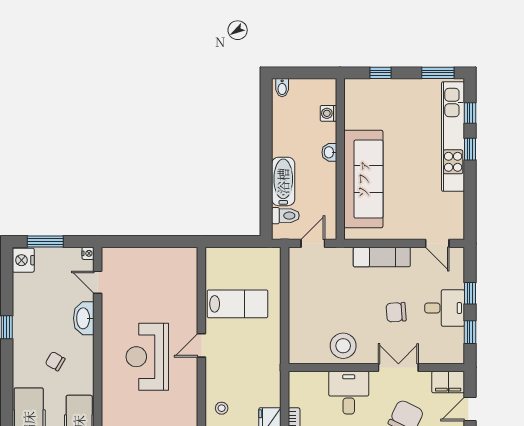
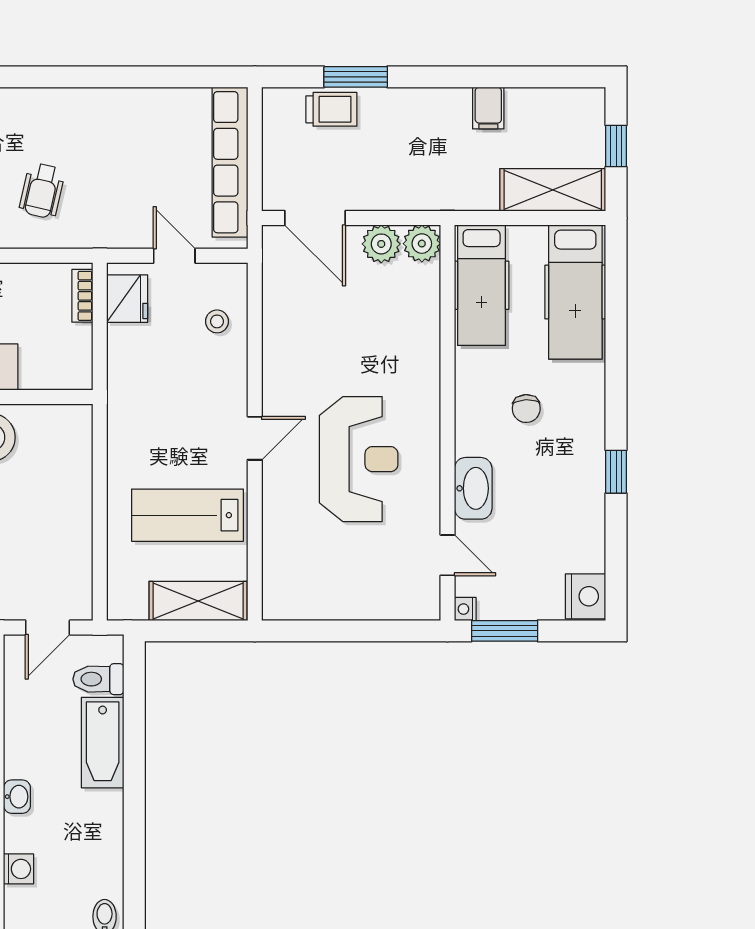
window: (45, 242) -> (505, 631), moved
shelving: (232, 258) -> (198, 601), added
reception desk: (147, 357) -> (359, 459), moved
chair: (55, 361) -> (526, 409), turned 57

